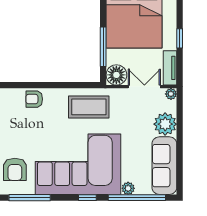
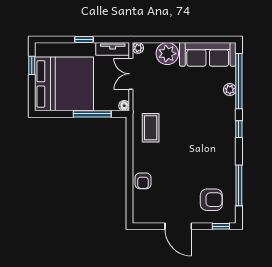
floor lamp: (116, 75) -> (124, 106), width x0.53, depth x0.53
coffee table: (89, 107) -> (151, 128), width x0.73, depth x0.76
corner sofa: (78, 164) -> (206, 138), removed

